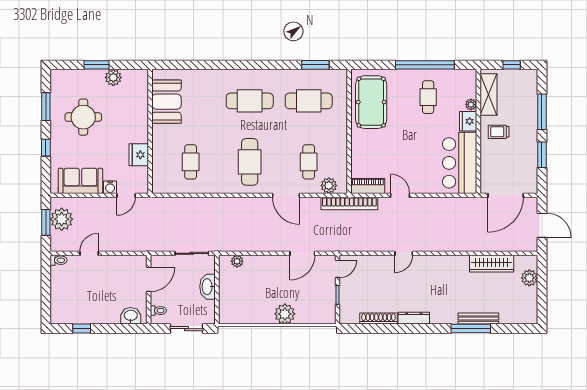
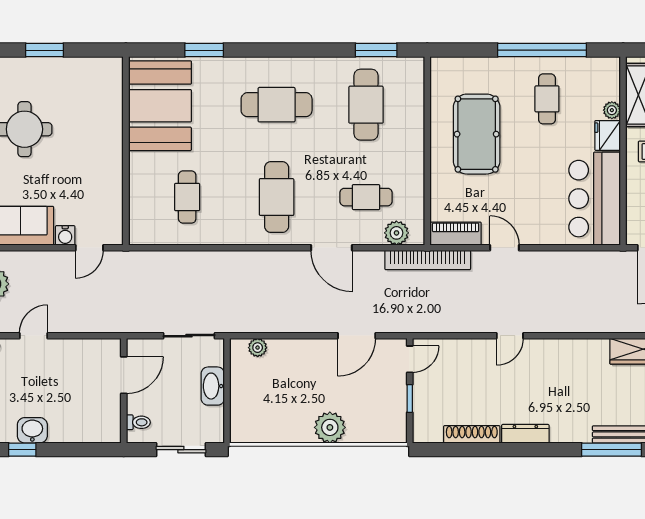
window: (202, 65) -> (204, 50), added
plant: (113, 77) -> (70, 69), removed
cafe table: (309, 101) -> (366, 105), turned 90
booth: (166, 102) -> (160, 106), width x1.36, depth x1.42
pool table: (371, 102) -> (477, 134), moved
fridge: (139, 155) -> (109, 186), removed
cafe table: (309, 162) -> (366, 197), turned 90
washbasin: (131, 316) -> (32, 430), moved

